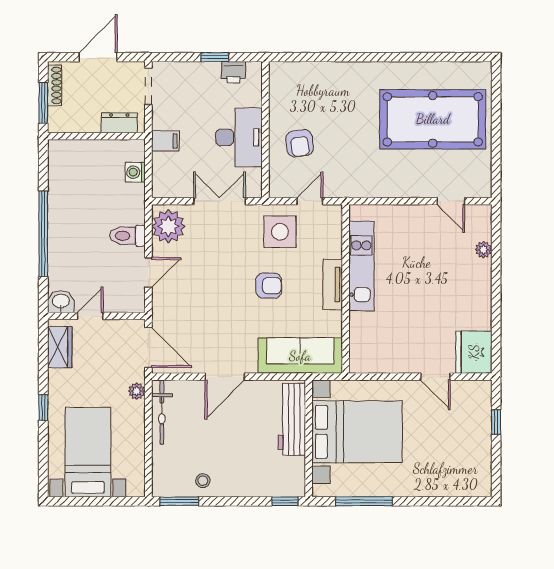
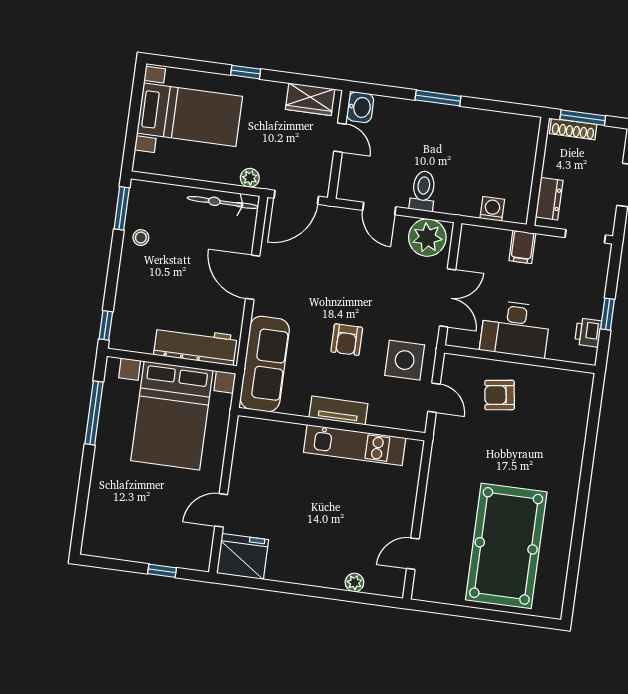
shoe rack: (55, 85) -> (573, 129), moved
window: (43, 234) -> (438, 98), width x0.47

